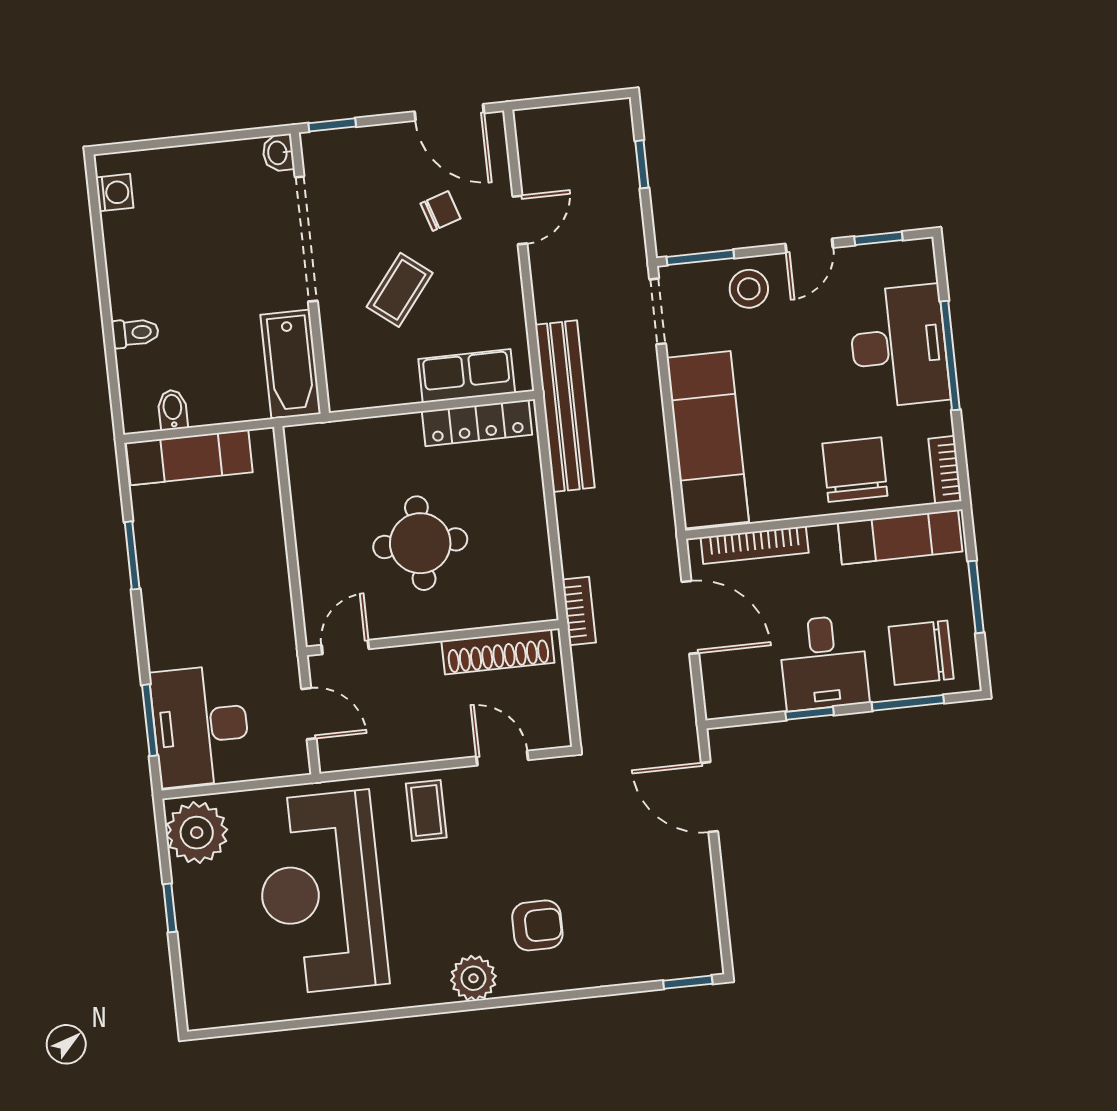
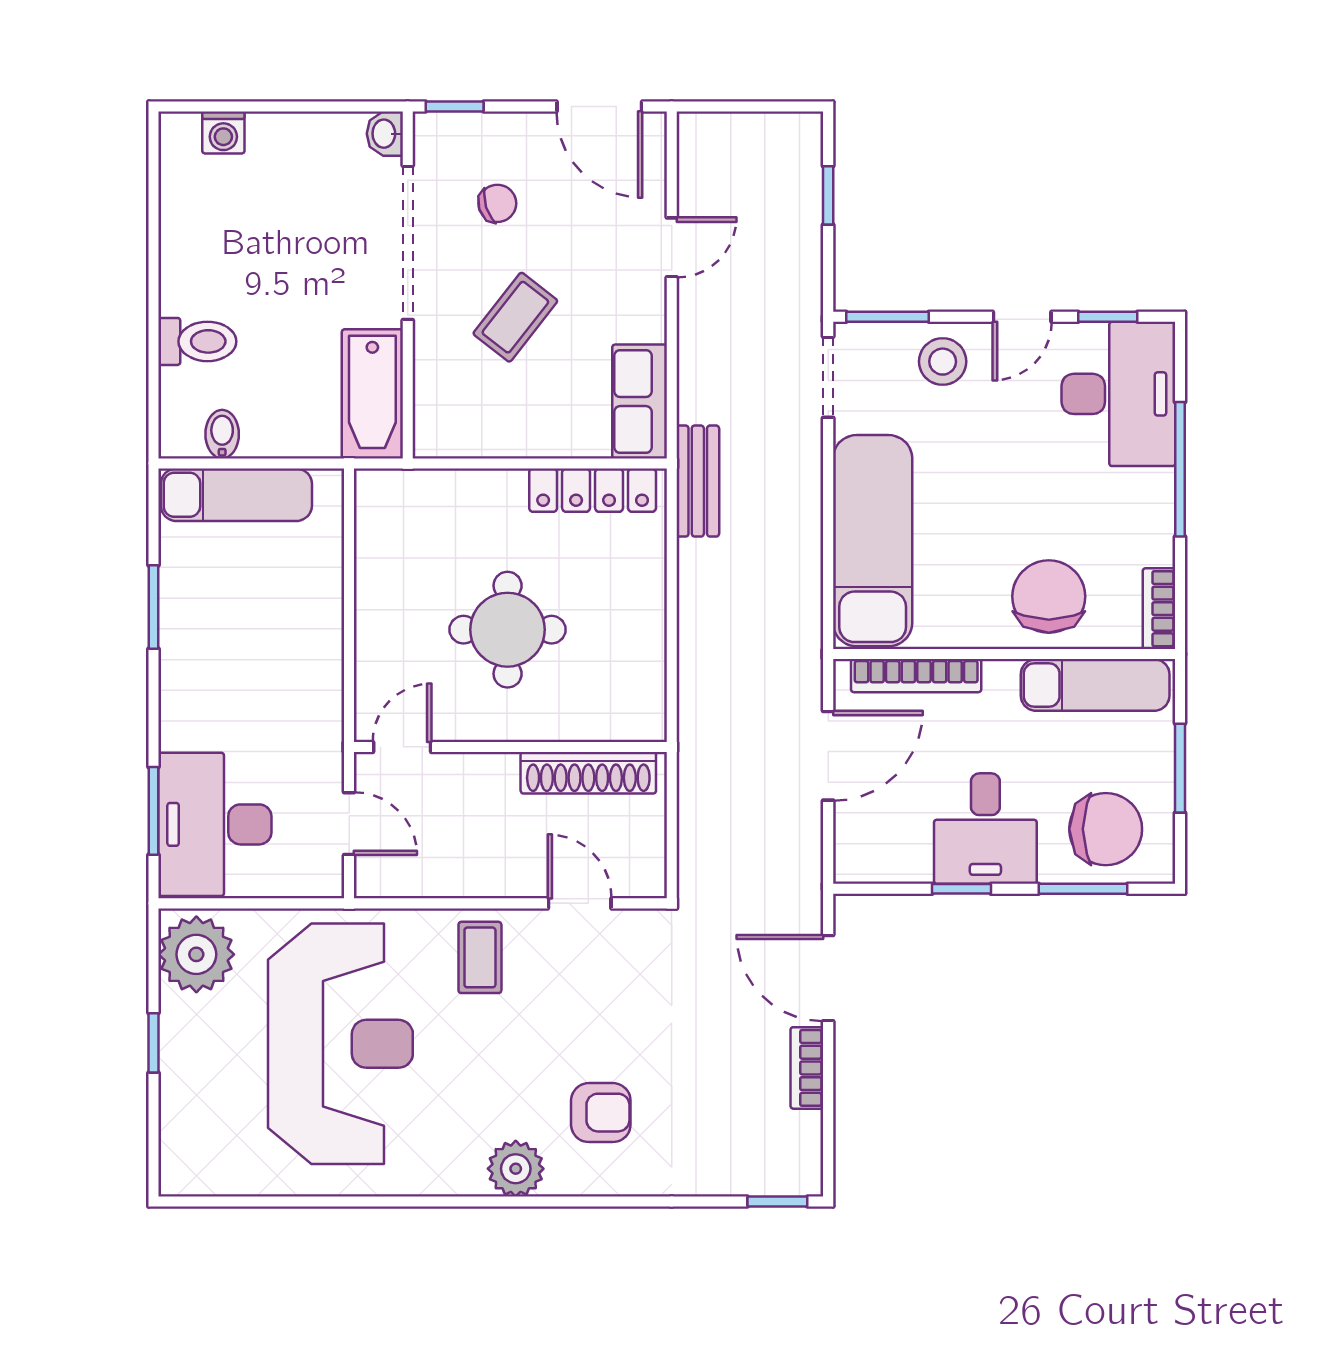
washing machine: (115, 193) -> (223, 133), moved, turned 90
chair: (440, 211) -> (497, 203), moved
toilet: (135, 333) -> (197, 341), width x1.37, depth x1.39
desk: (899, 346) -> (1118, 394), moved
row of seats: (467, 376) -> (640, 402), moved, turned -90
bench: (565, 406) -> (698, 481), width x0.54, depth x0.82
bookcase: (579, 611) -> (807, 1068), moved, turned 180
door: (690, 617) -> (828, 756), hinge flipped
chair: (921, 653) -> (1106, 829), turned 180
reception desk: (321, 892) -> (340, 1044), turned 180

